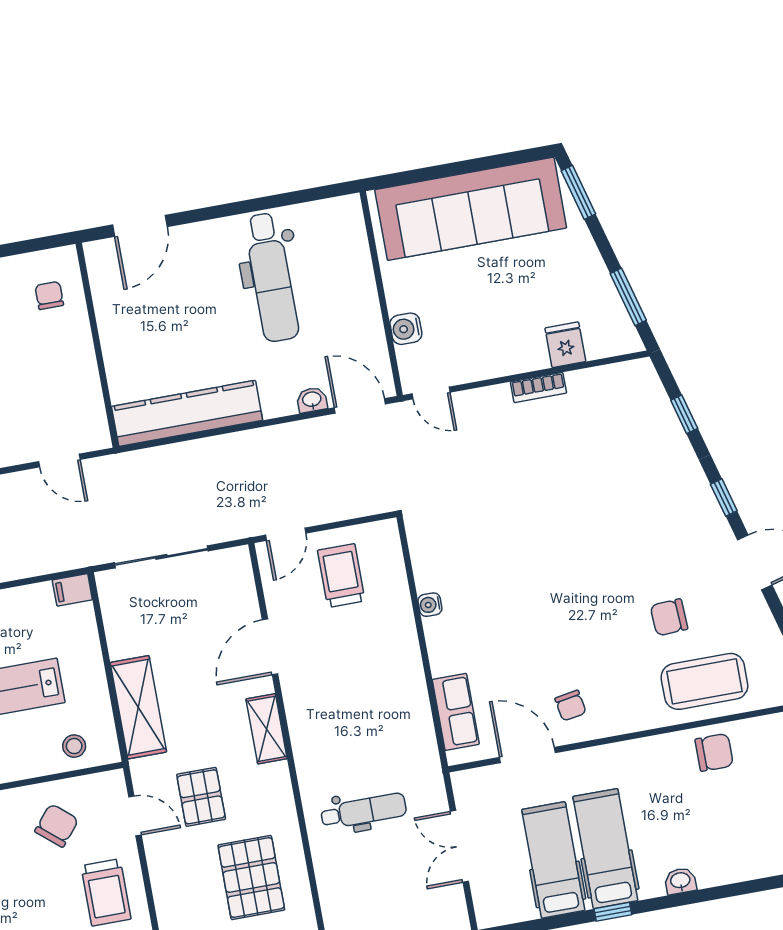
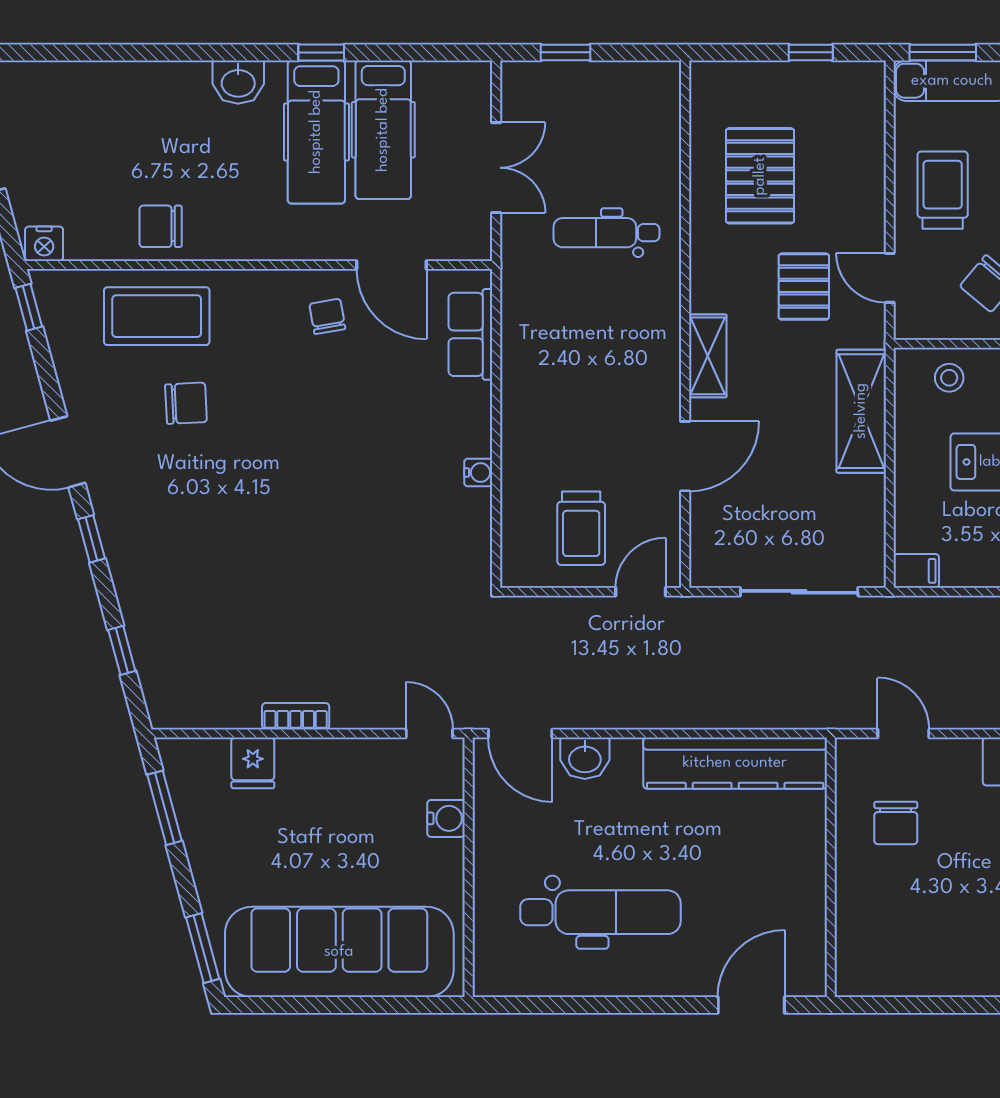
dental chair: (271, 277) -> (600, 912), turned 90
chair: (49, 295) -> (896, 823), moved, width x1.37, depth x1.37
washbasin: (312, 400) -> (585, 758), width x1.38, depth x1.45
washbasin: (680, 881) -> (238, 82), width x1.38, depth x1.45

